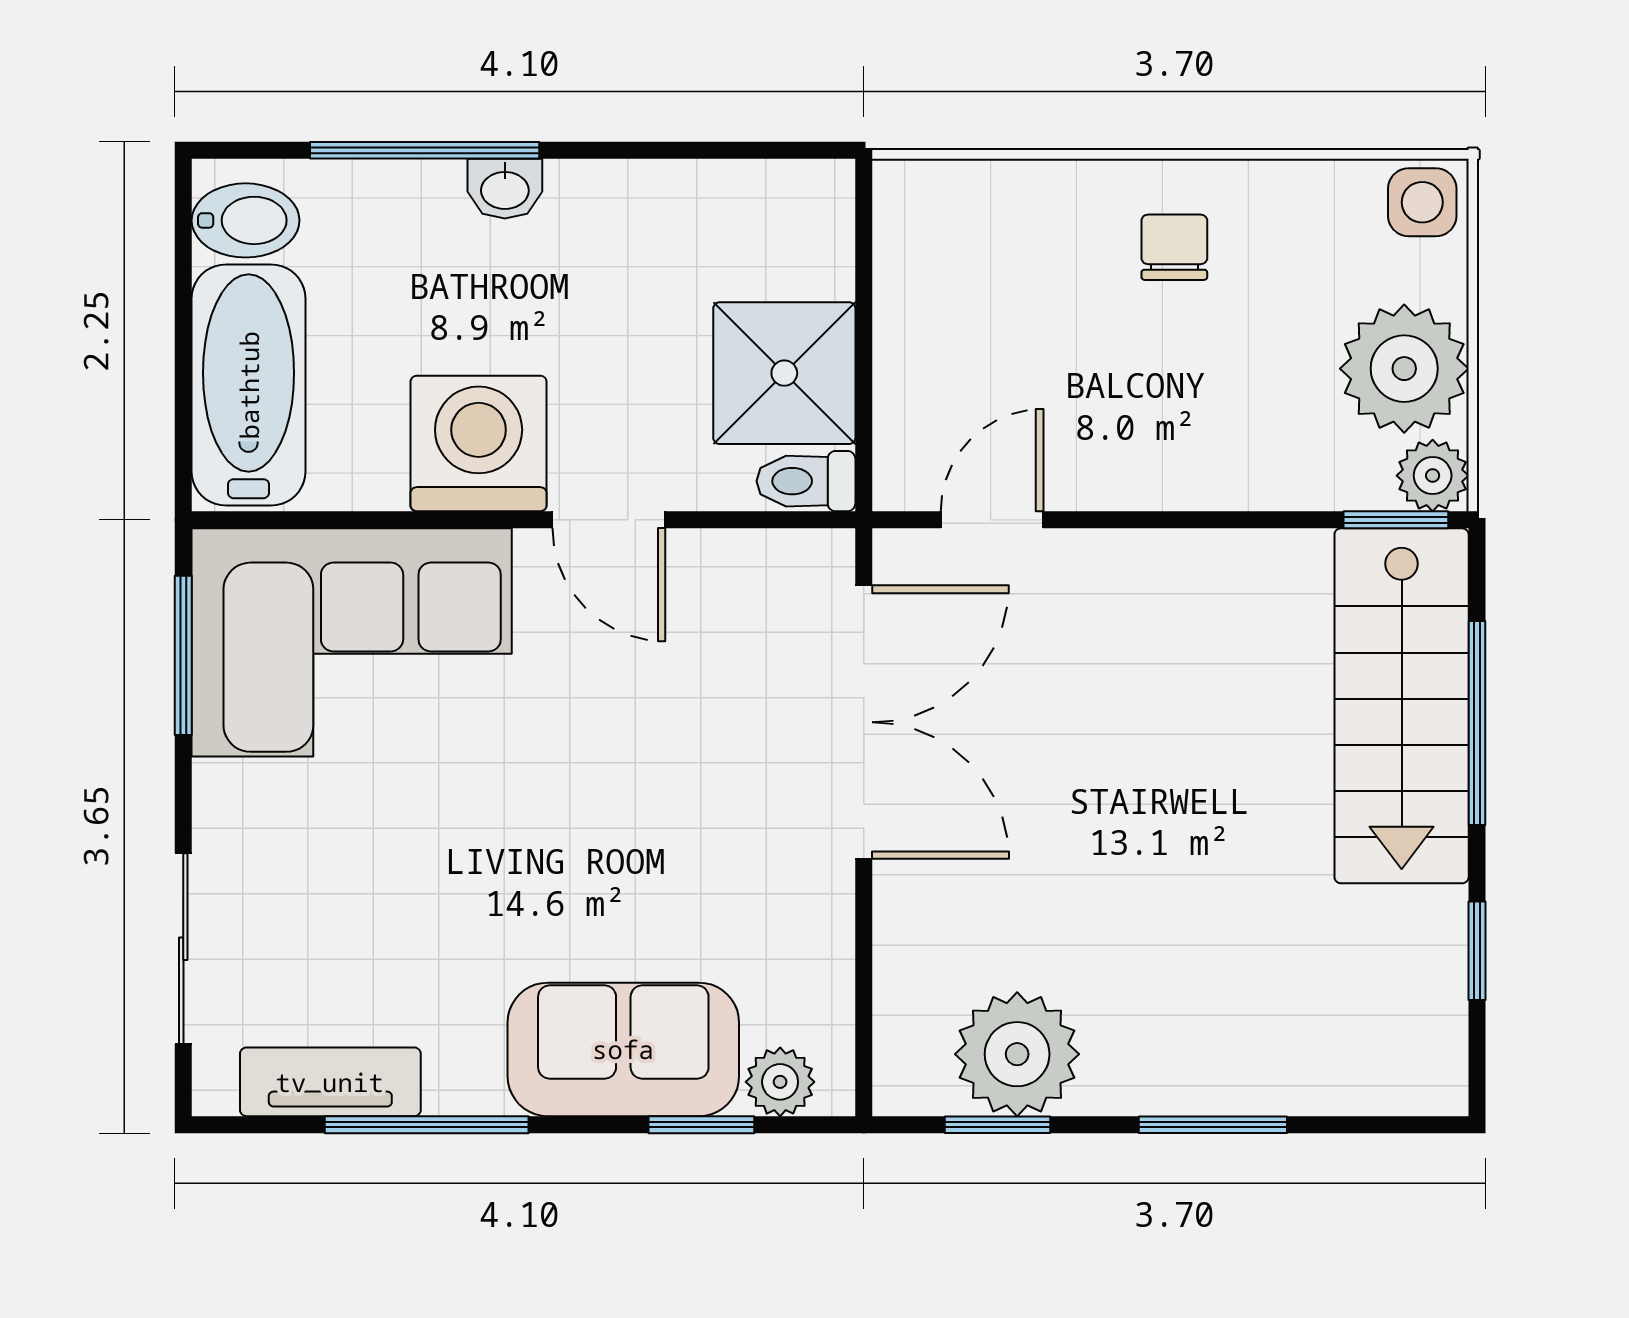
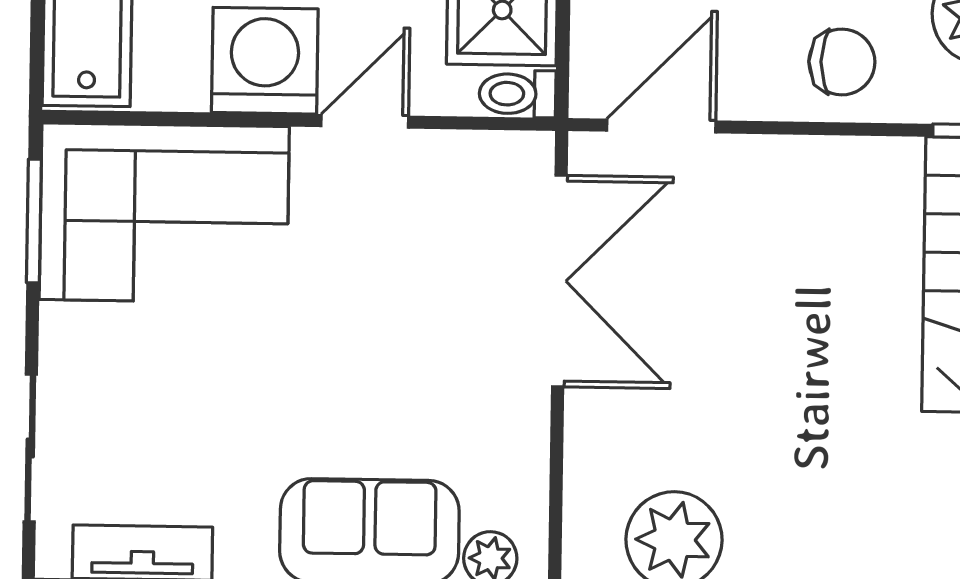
chair: (1224, 433) -> (842, 62), added
door: (609, 520) -> (365, 121), swing flipped
door: (992, 520) -> (661, 126), width x1.38

